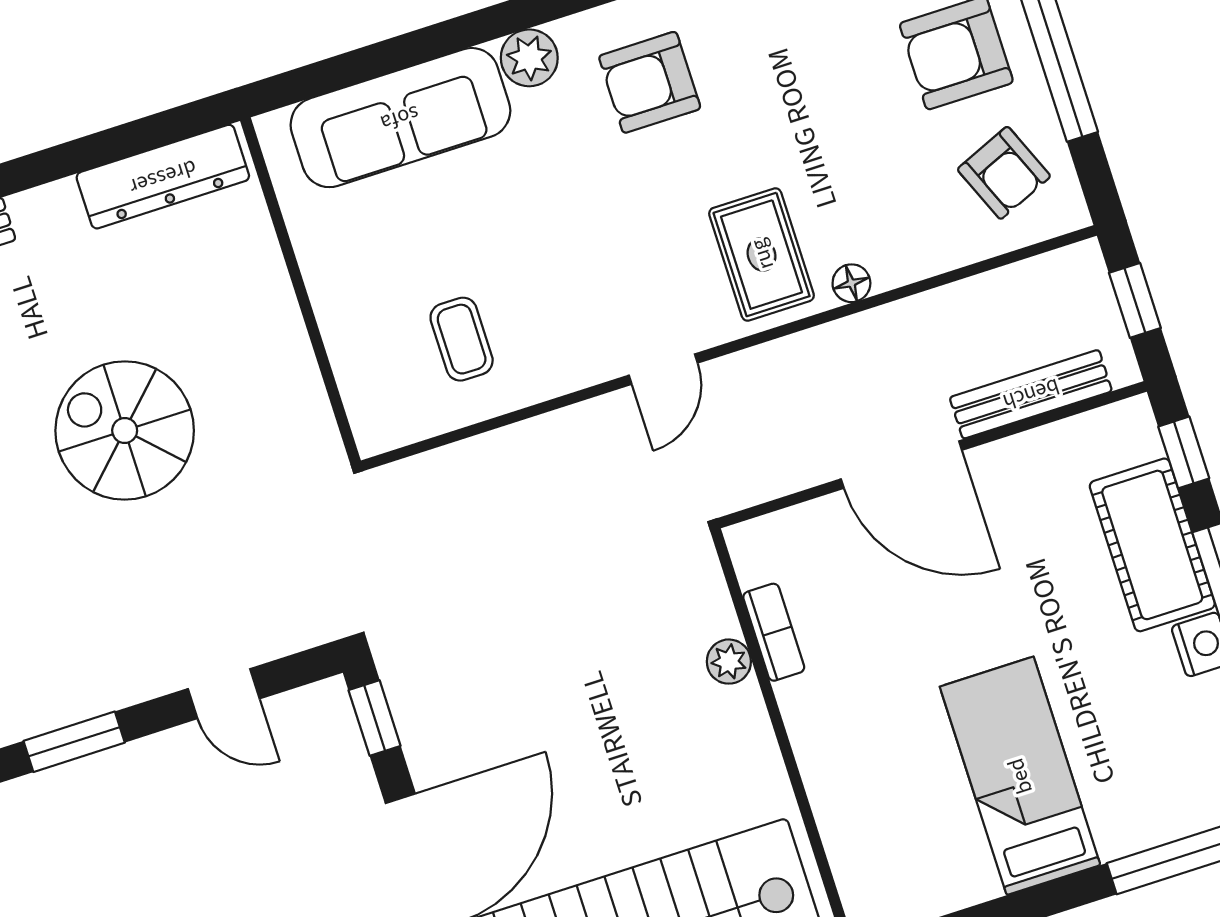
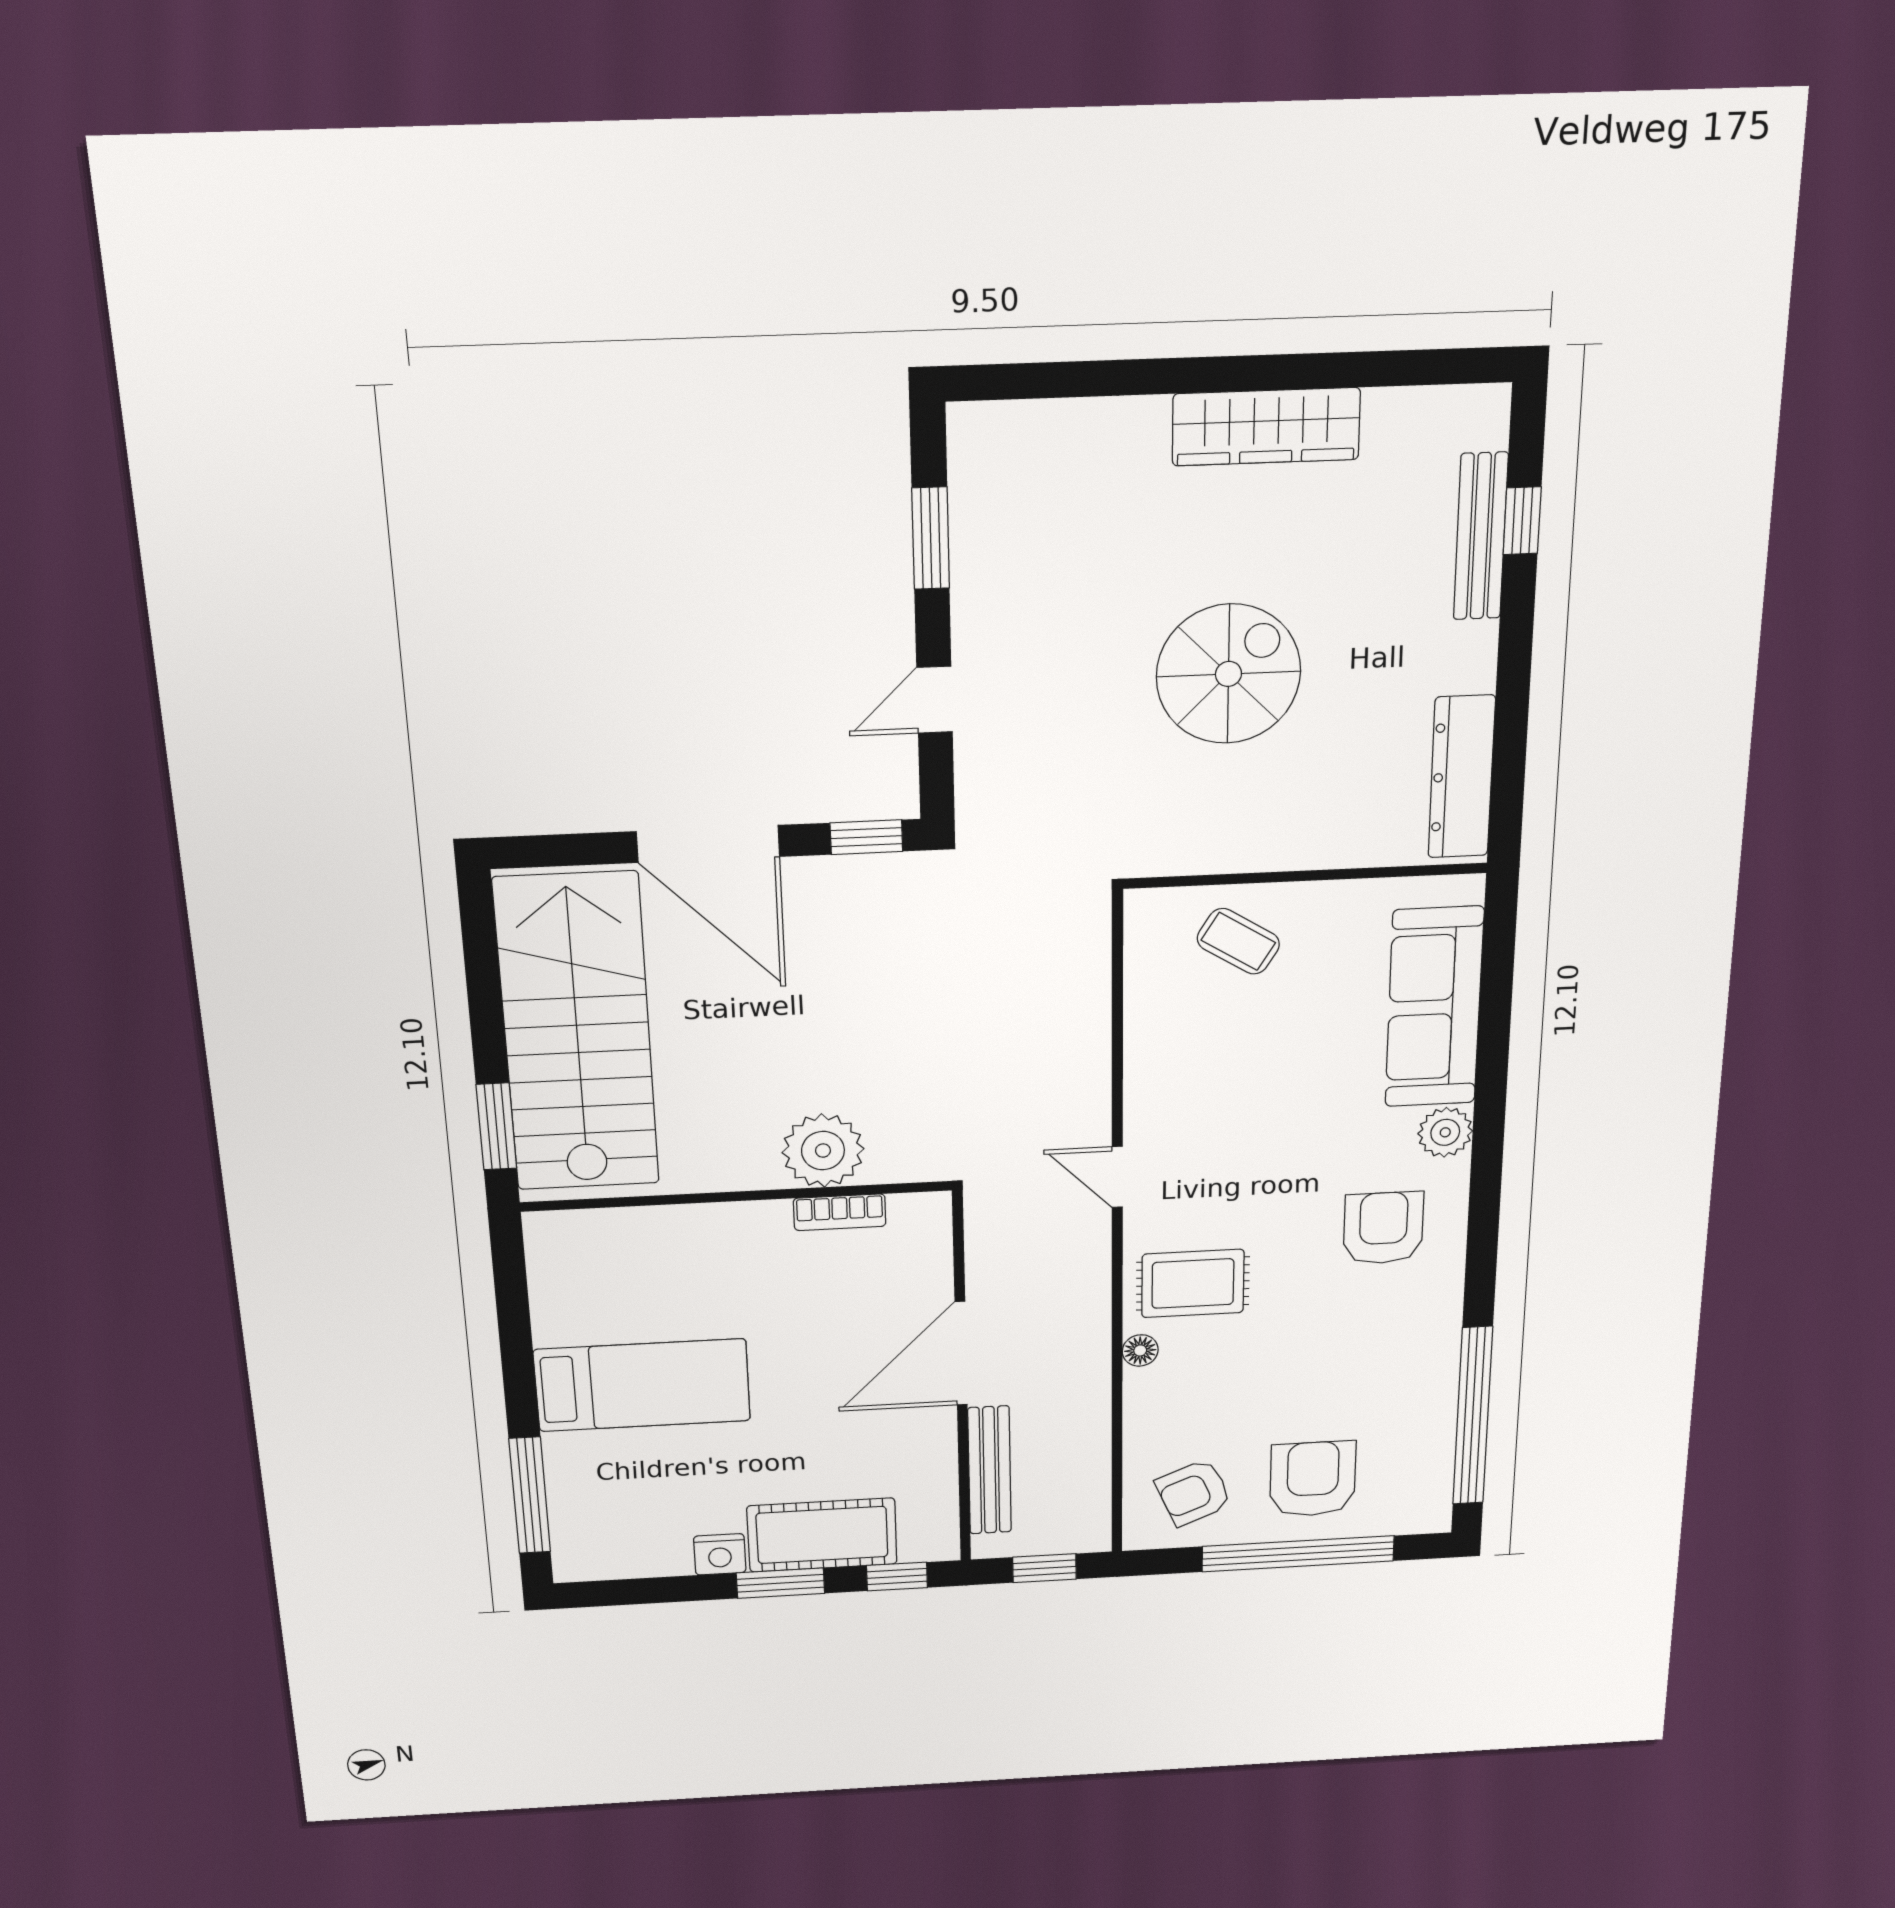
coffee table: (462, 339) -> (1238, 941), moved, turned 32
plant: (729, 662) -> (823, 1151), width x1.88, depth x1.88

